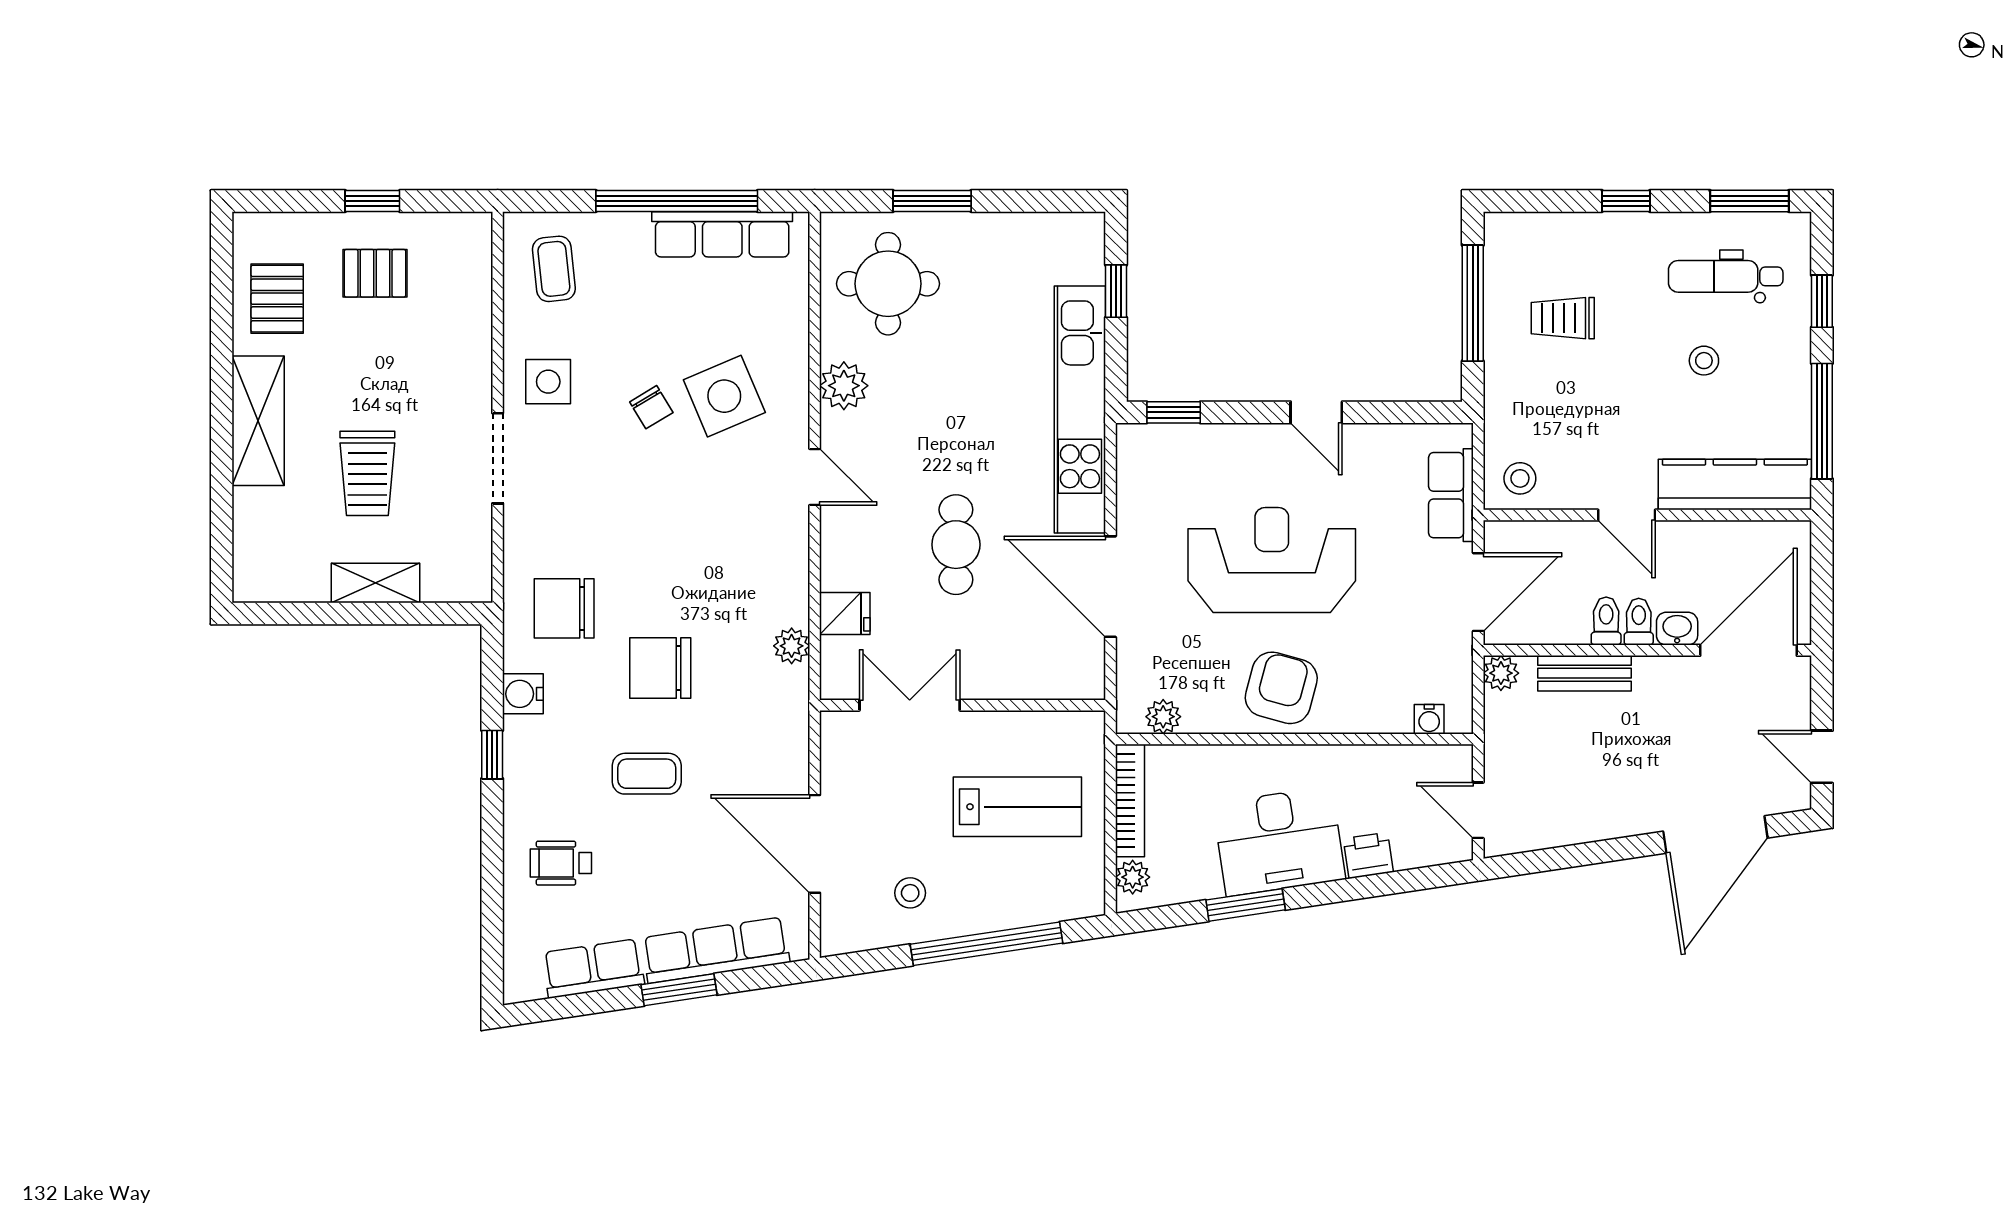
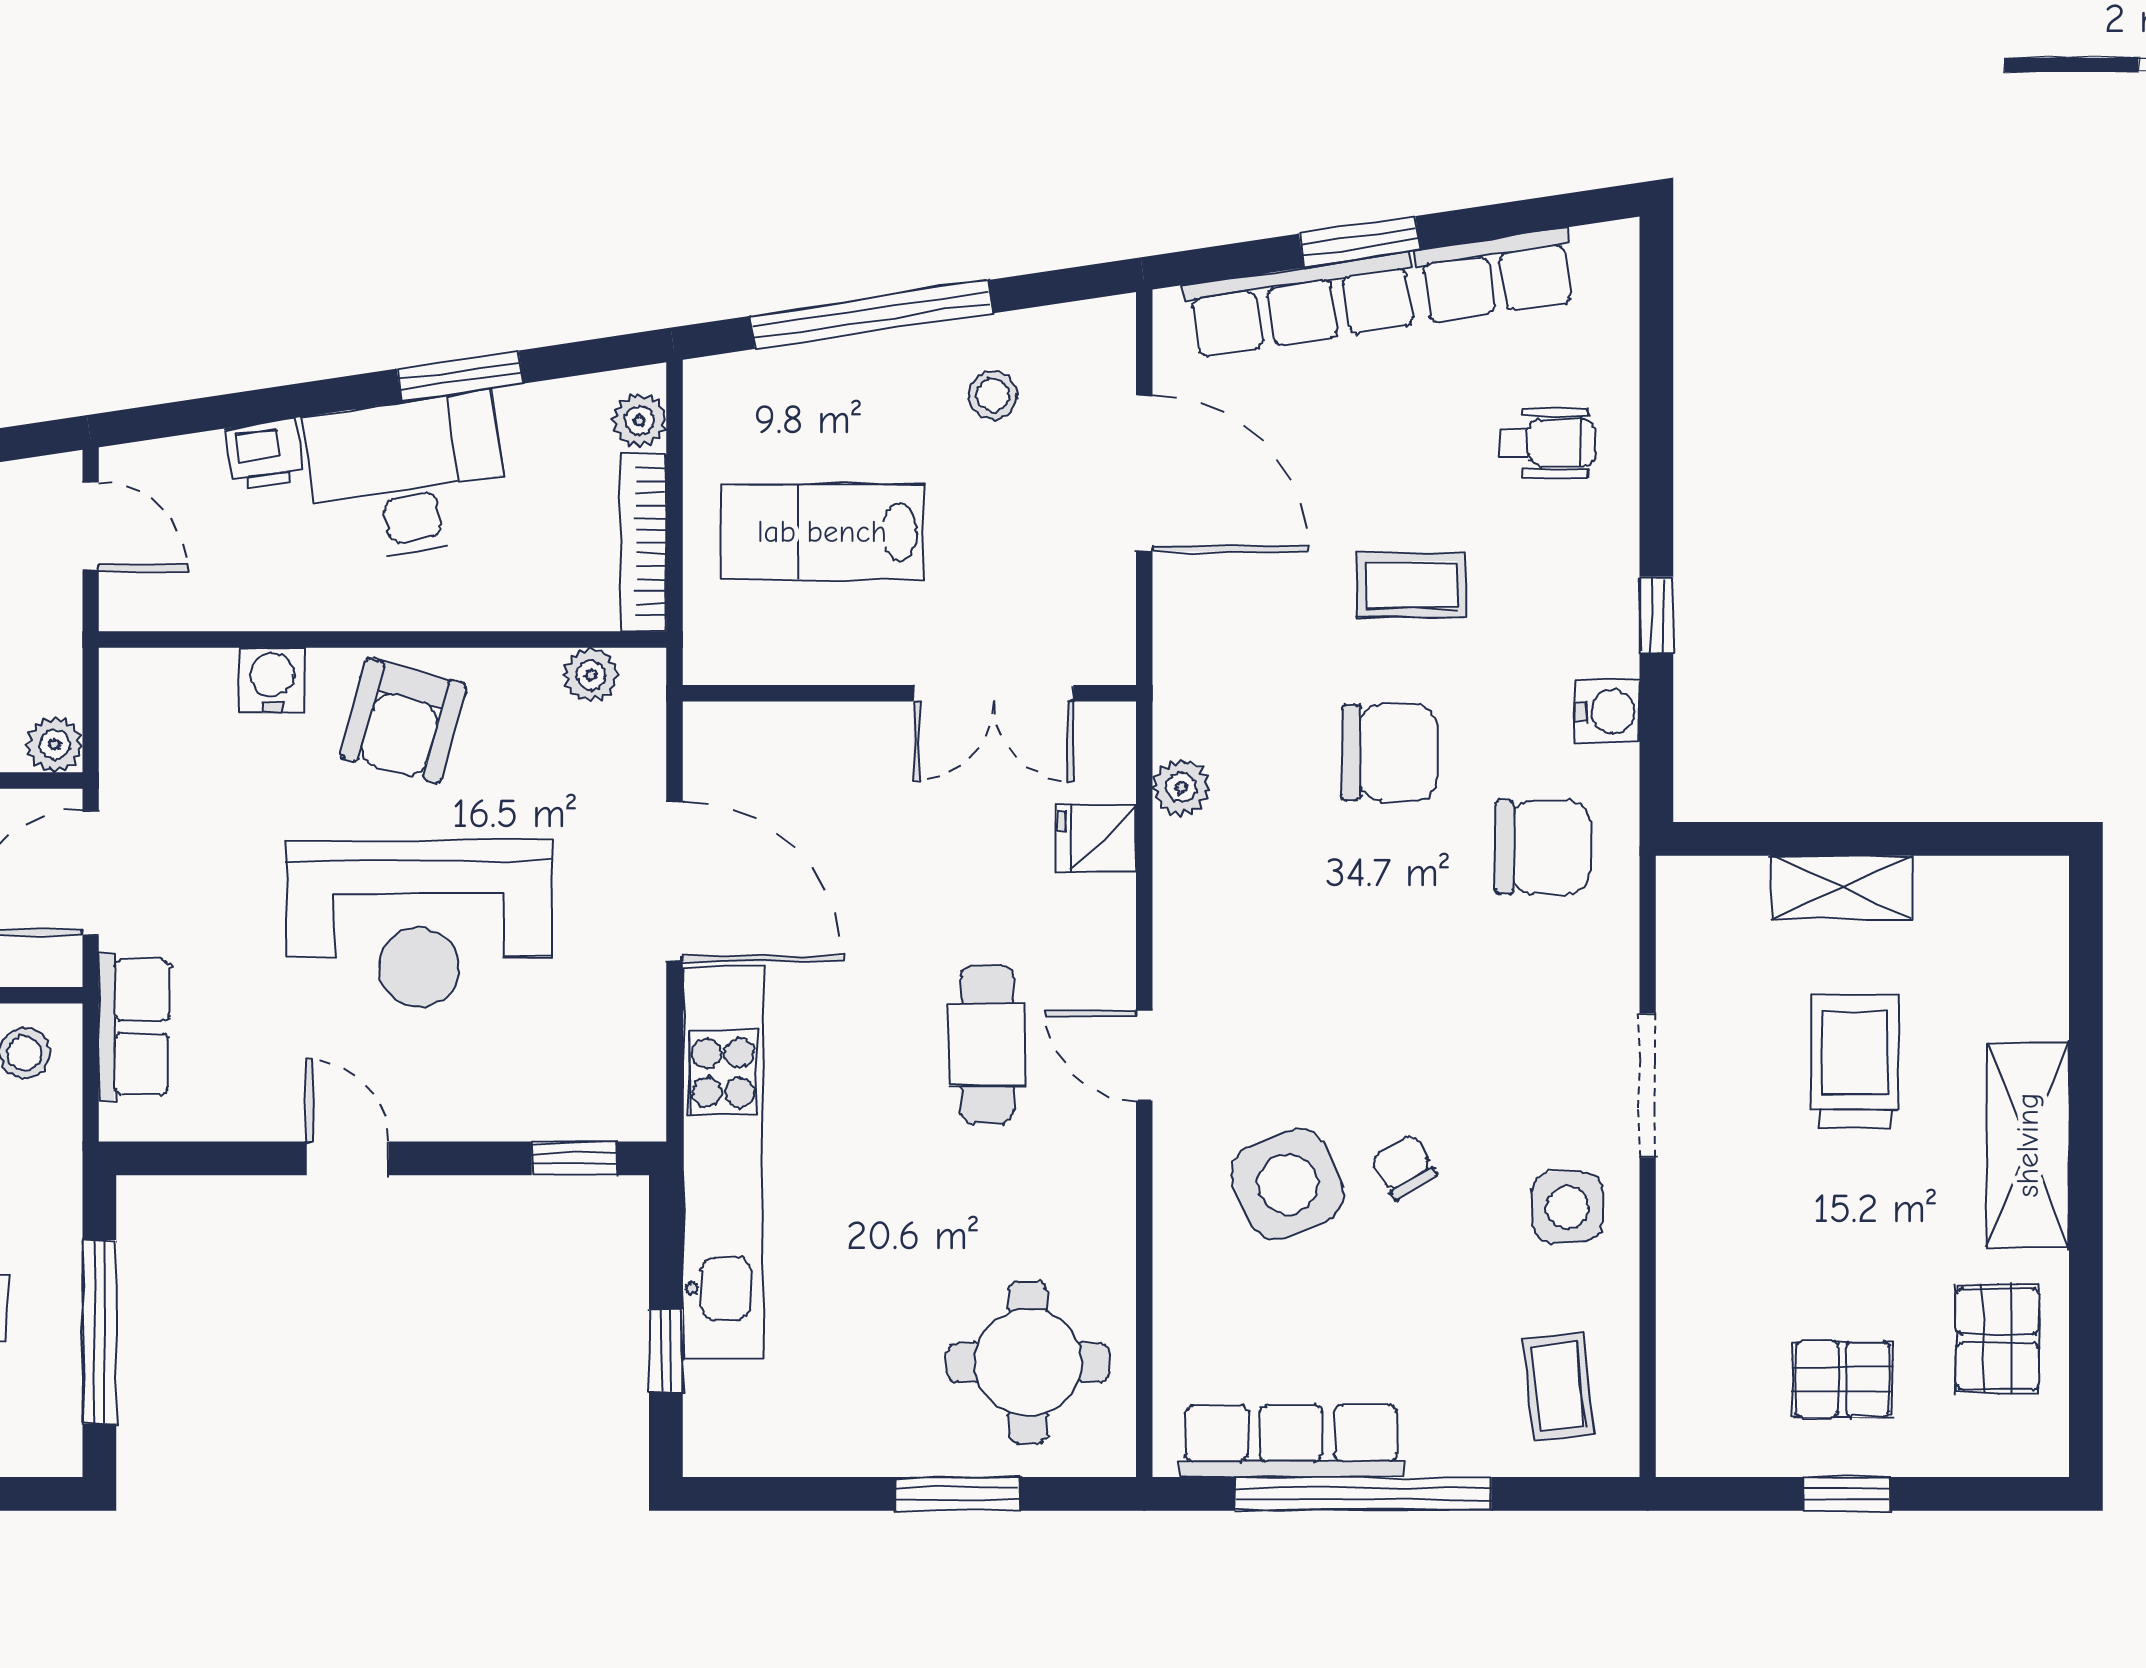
plant: (844, 386) -> (1098, 1201), removed
cafe table: (956, 545) -> (987, 1045), moved
water cooler: (1429, 719) -> (272, 680), moved, width x1.38, depth x1.38

